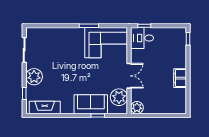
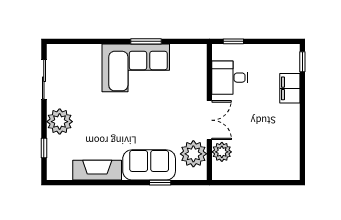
desk: (142, 38) -> (230, 78), moved
corner sofa: (106, 43) -> (136, 68), moved
filing cabinet: (180, 78) -> (290, 88), moved
fireplace: (45, 107) -> (97, 170), moved
plant: (137, 108) -> (222, 152), moved

